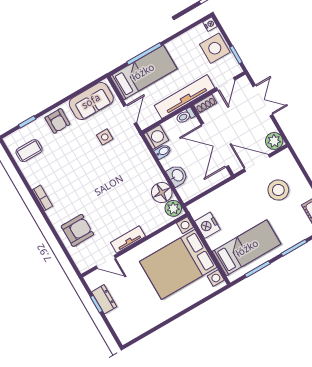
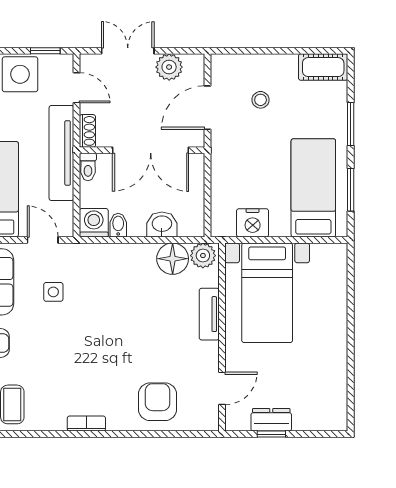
plant: (274, 141) -> (169, 67), moved
stool: (278, 190) -> (261, 100), width x0.53, depth x0.53
tv unit: (128, 239) -> (209, 314), moved
bed with nightstands: (178, 264) -> (267, 293), width x0.73

